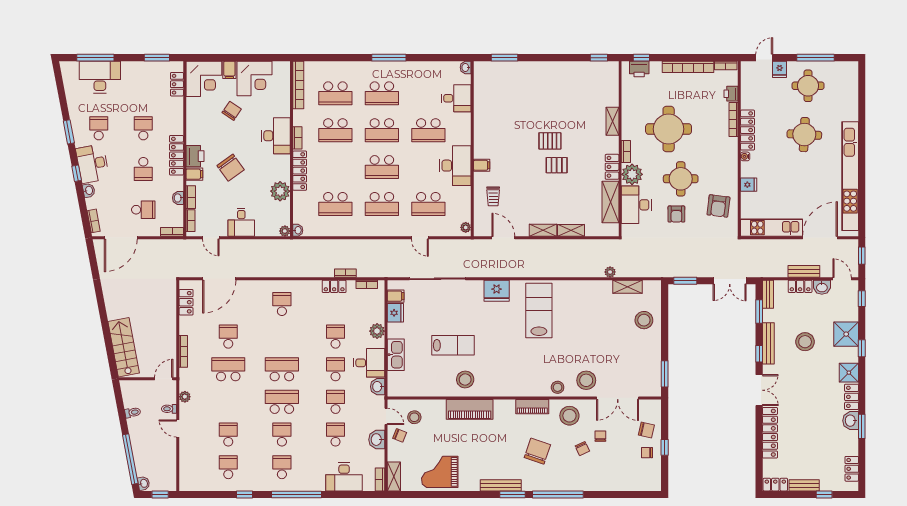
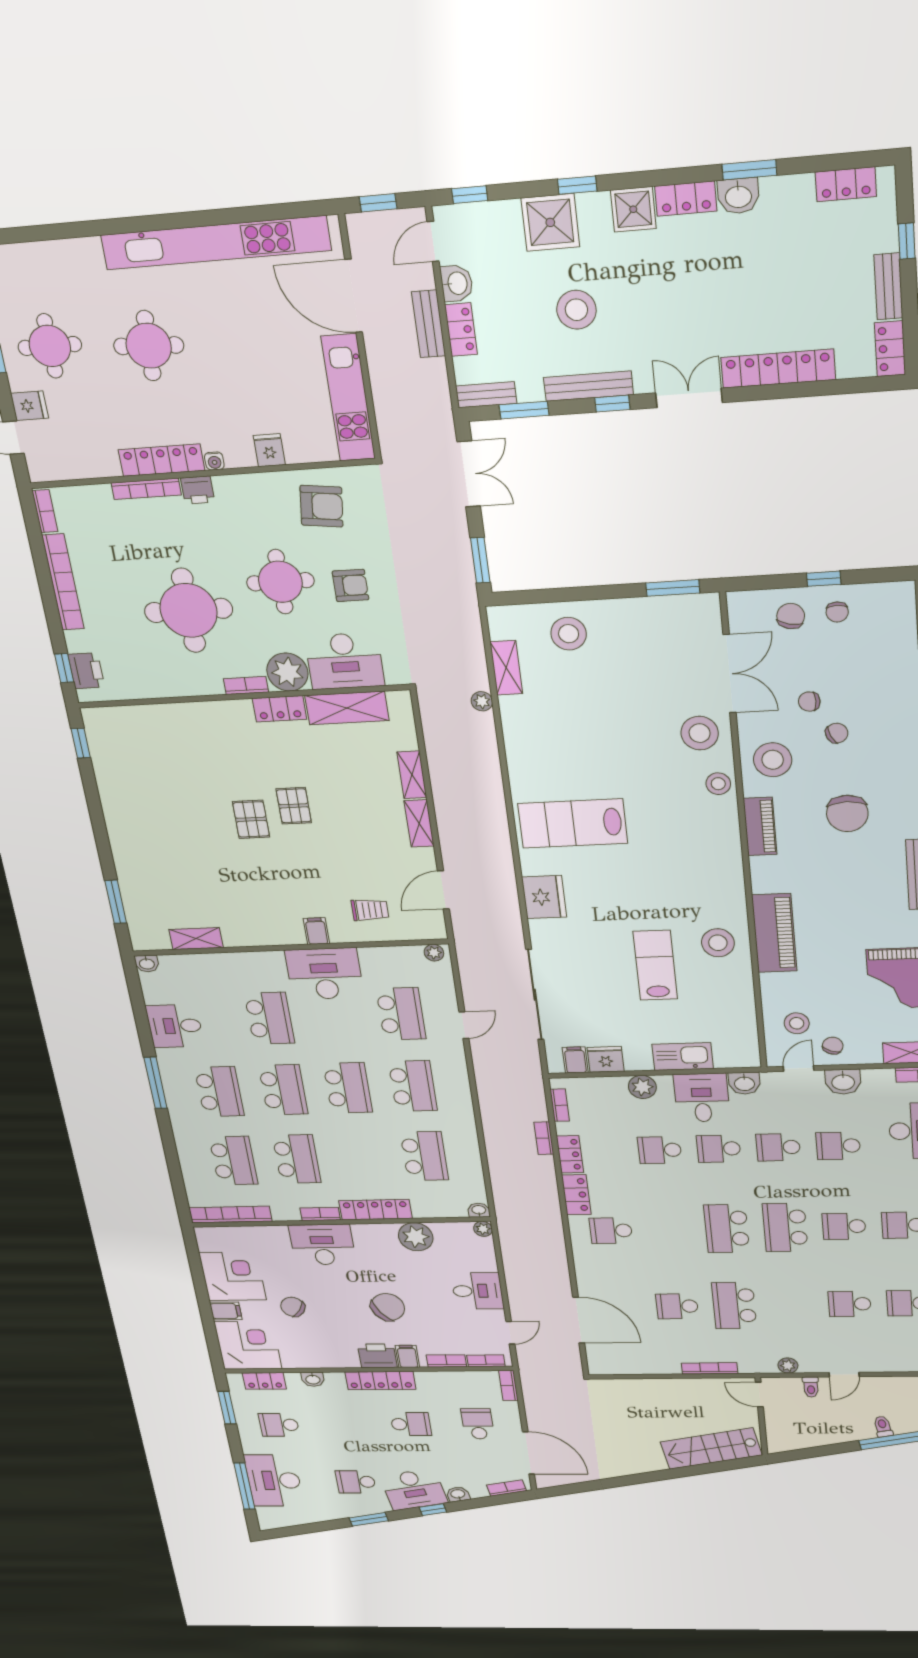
printer: (731, 94) -> (198, 490), moved
desk: (456, 98) -> (175, 1026), moved, turned -90
shelving: (612, 121) -> (196, 939), moved
school desk: (143, 128) -> (279, 1425), moved
washbasin: (178, 198) -> (313, 1379), moved
locker: (186, 302) -> (576, 1195), moved, turned 90
toilet: (133, 412) -> (883, 1427), moved
chair: (537, 451) -> (847, 813), turned -109

